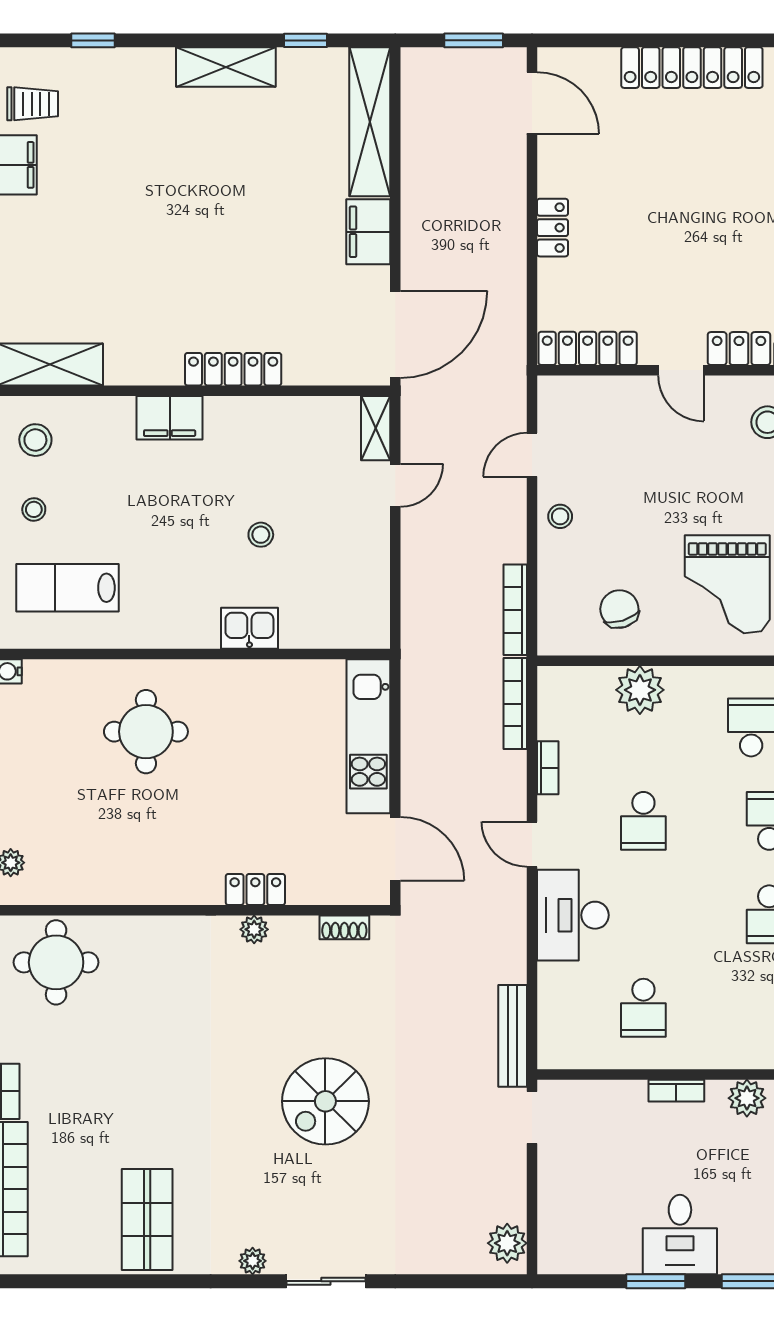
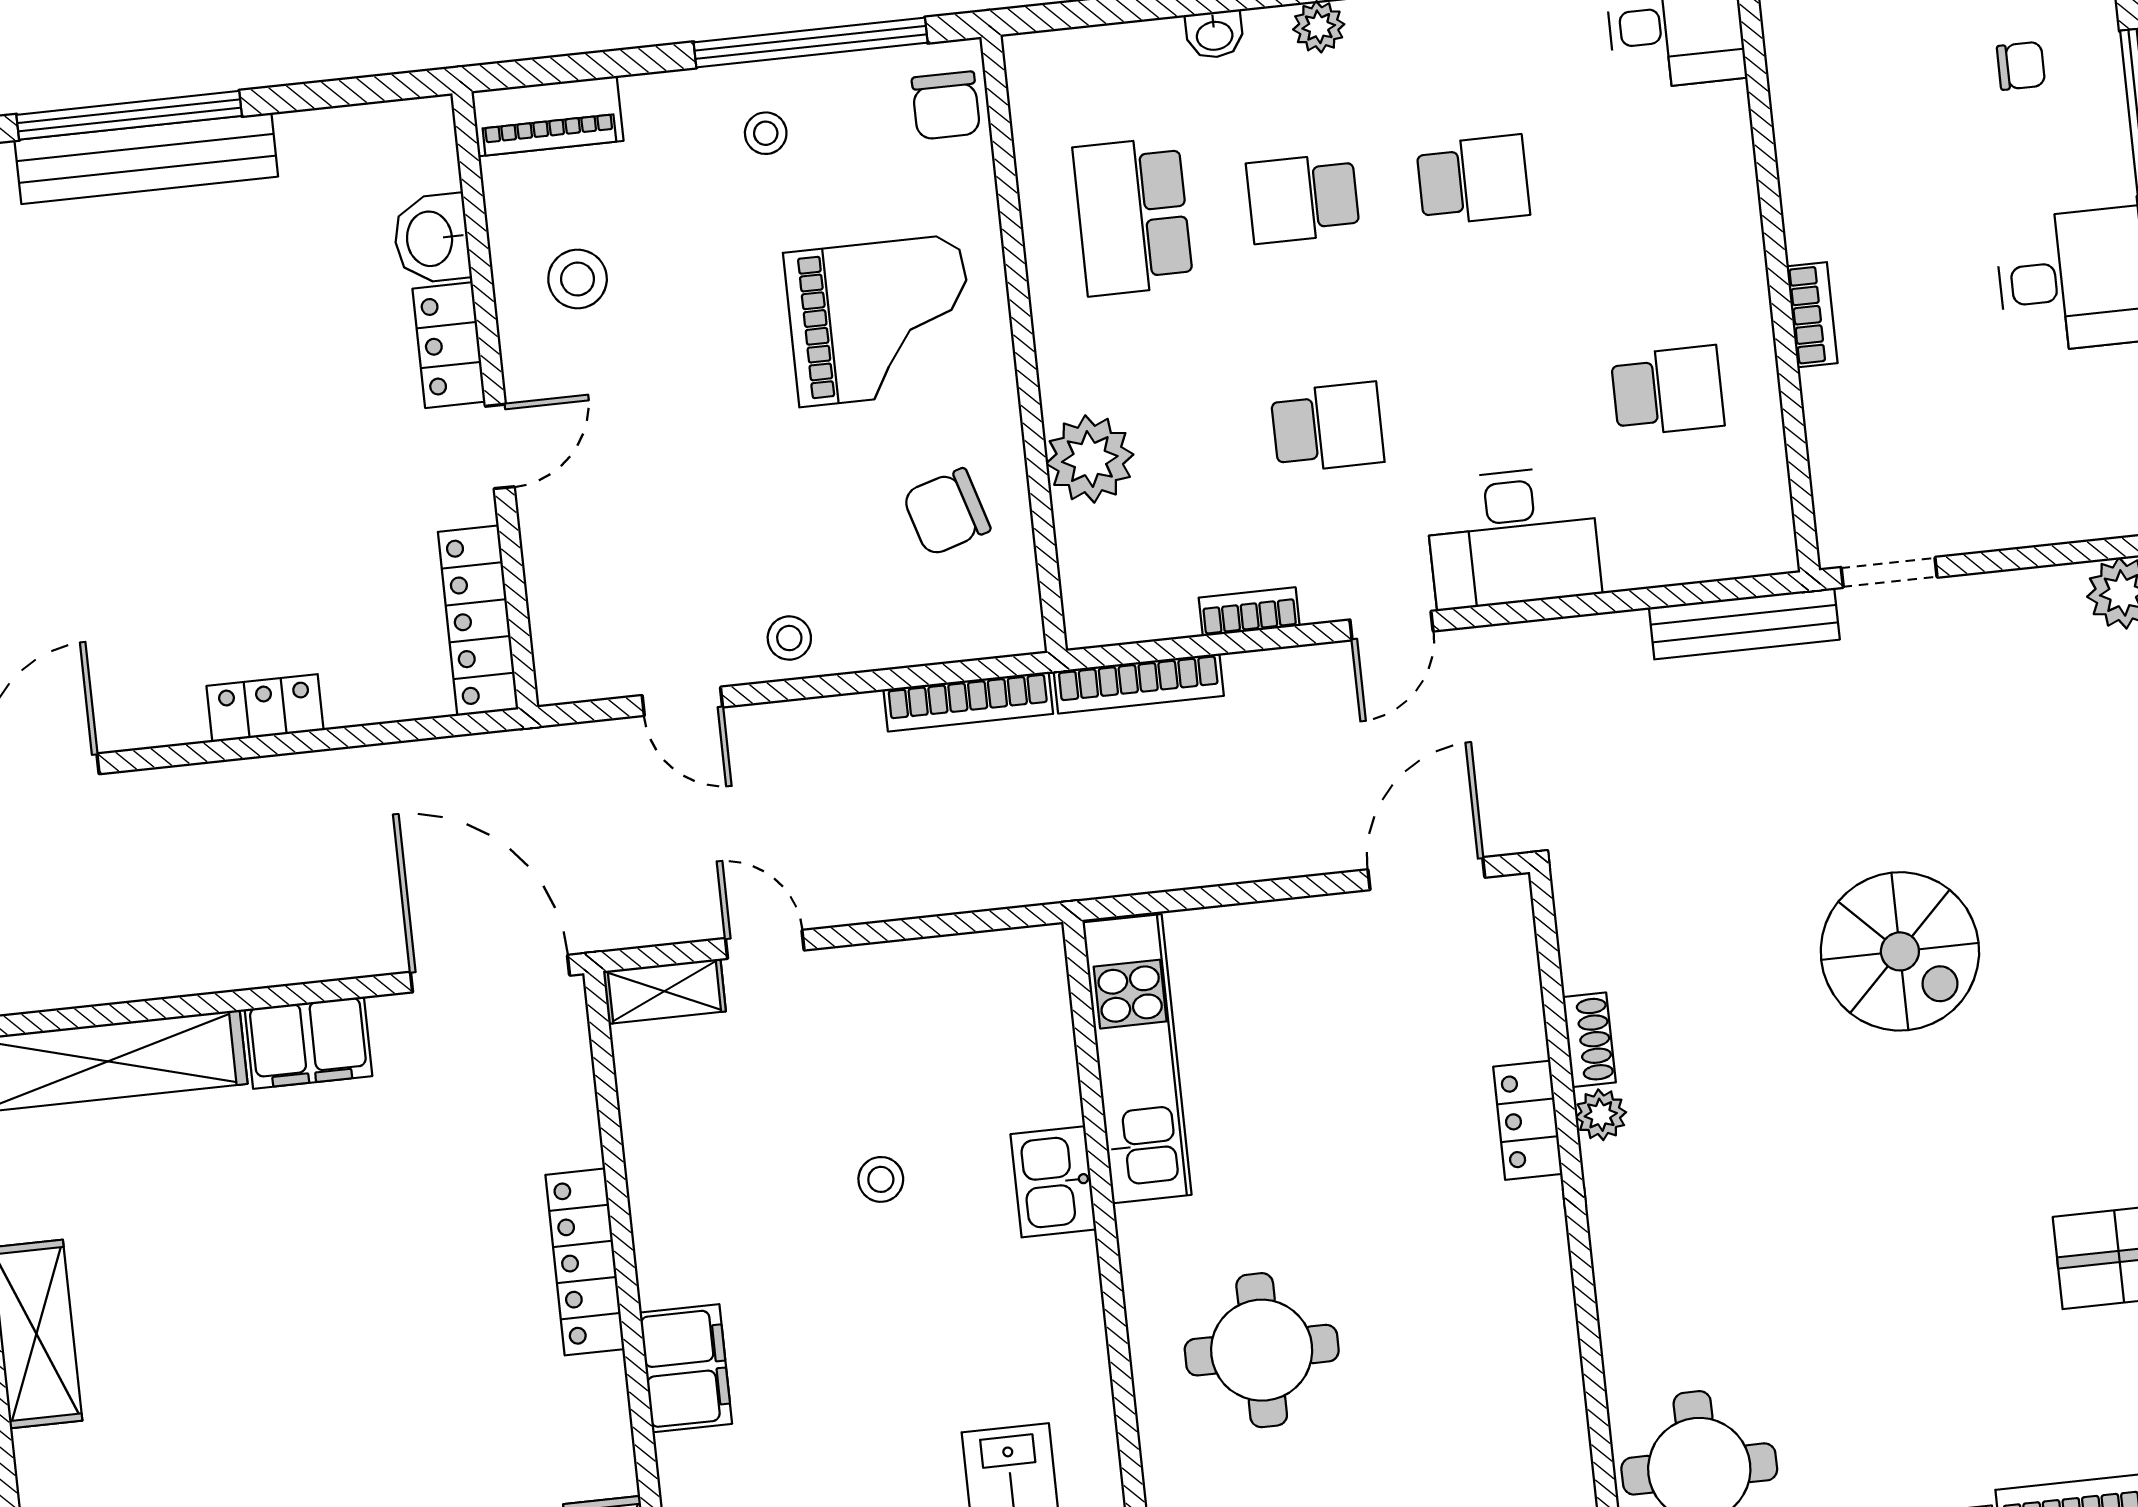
kitchen unit: (368, 736) -> (1137, 1059), moved, turned -90
shoe rack: (344, 927) -> (1589, 1040), moved
plant: (747, 1098) -> (1812, 185), removed

